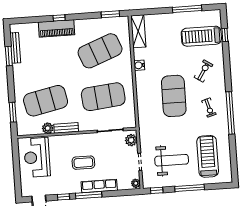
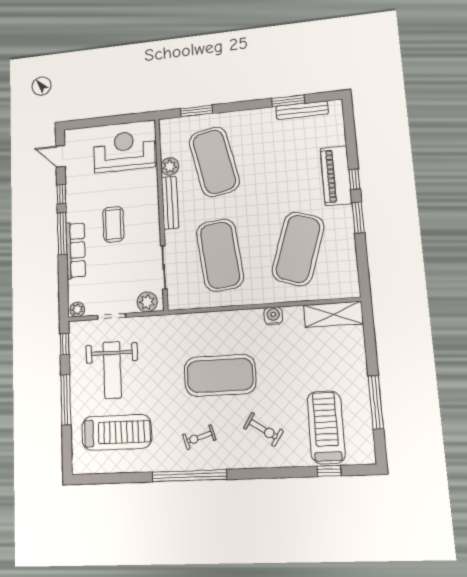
window: (110, 14) -> (358, 217), moved
exercise mat: (100, 51) -> (298, 249), turned 39
bench: (66, 128) -> (170, 203), width x1.36

